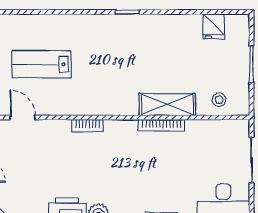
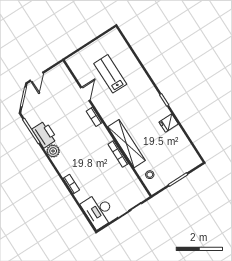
fridge: (214, 27) -> (169, 123), moved
shelving: (167, 104) -> (126, 144), width x1.47
door: (23, 118) -> (85, 94), moved

